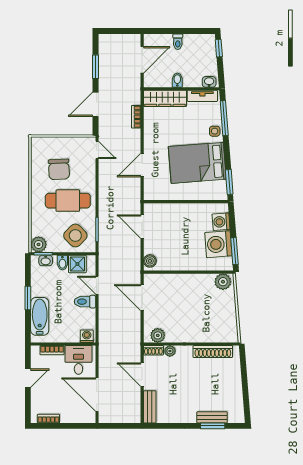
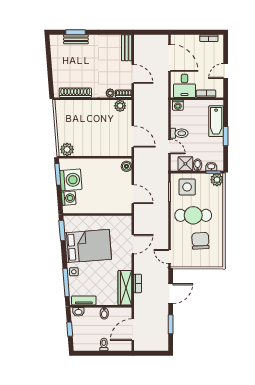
window: (219, 48) -> (70, 329), moved
wardrobe: (165, 98) -> (125, 288), moved, turned -90
side table: (75, 236) -> (187, 187), turned 45

